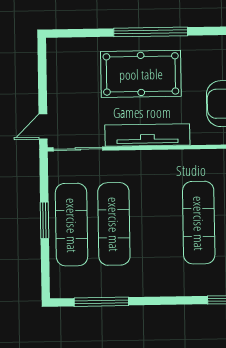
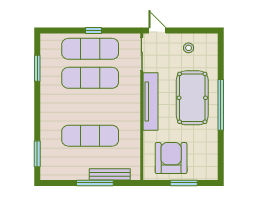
stool: (68, 81) -> (189, 48), added
window: (45, 220) -> (93, 30), width x0.67
window: (101, 302) -> (37, 68), width x0.69

